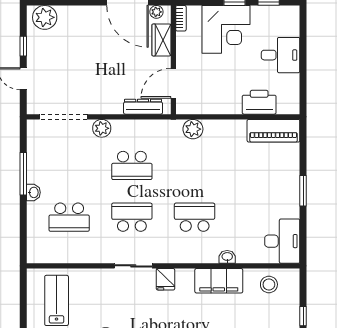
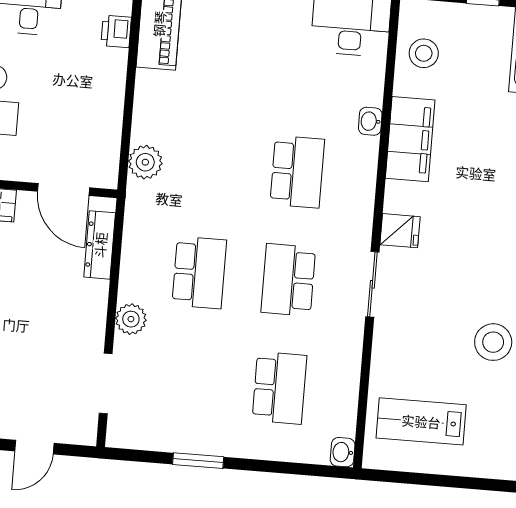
printer: (259, 102) -> (116, 31), width x0.53, depth x0.68
doorway: (63, 117) -> (106, 384), width x0.73
window: (23, 174) -> (198, 461), width x0.69
washbasin: (33, 192) -> (343, 452), moved, turned -90
school desk: (195, 217) -> (297, 172), turned 180

